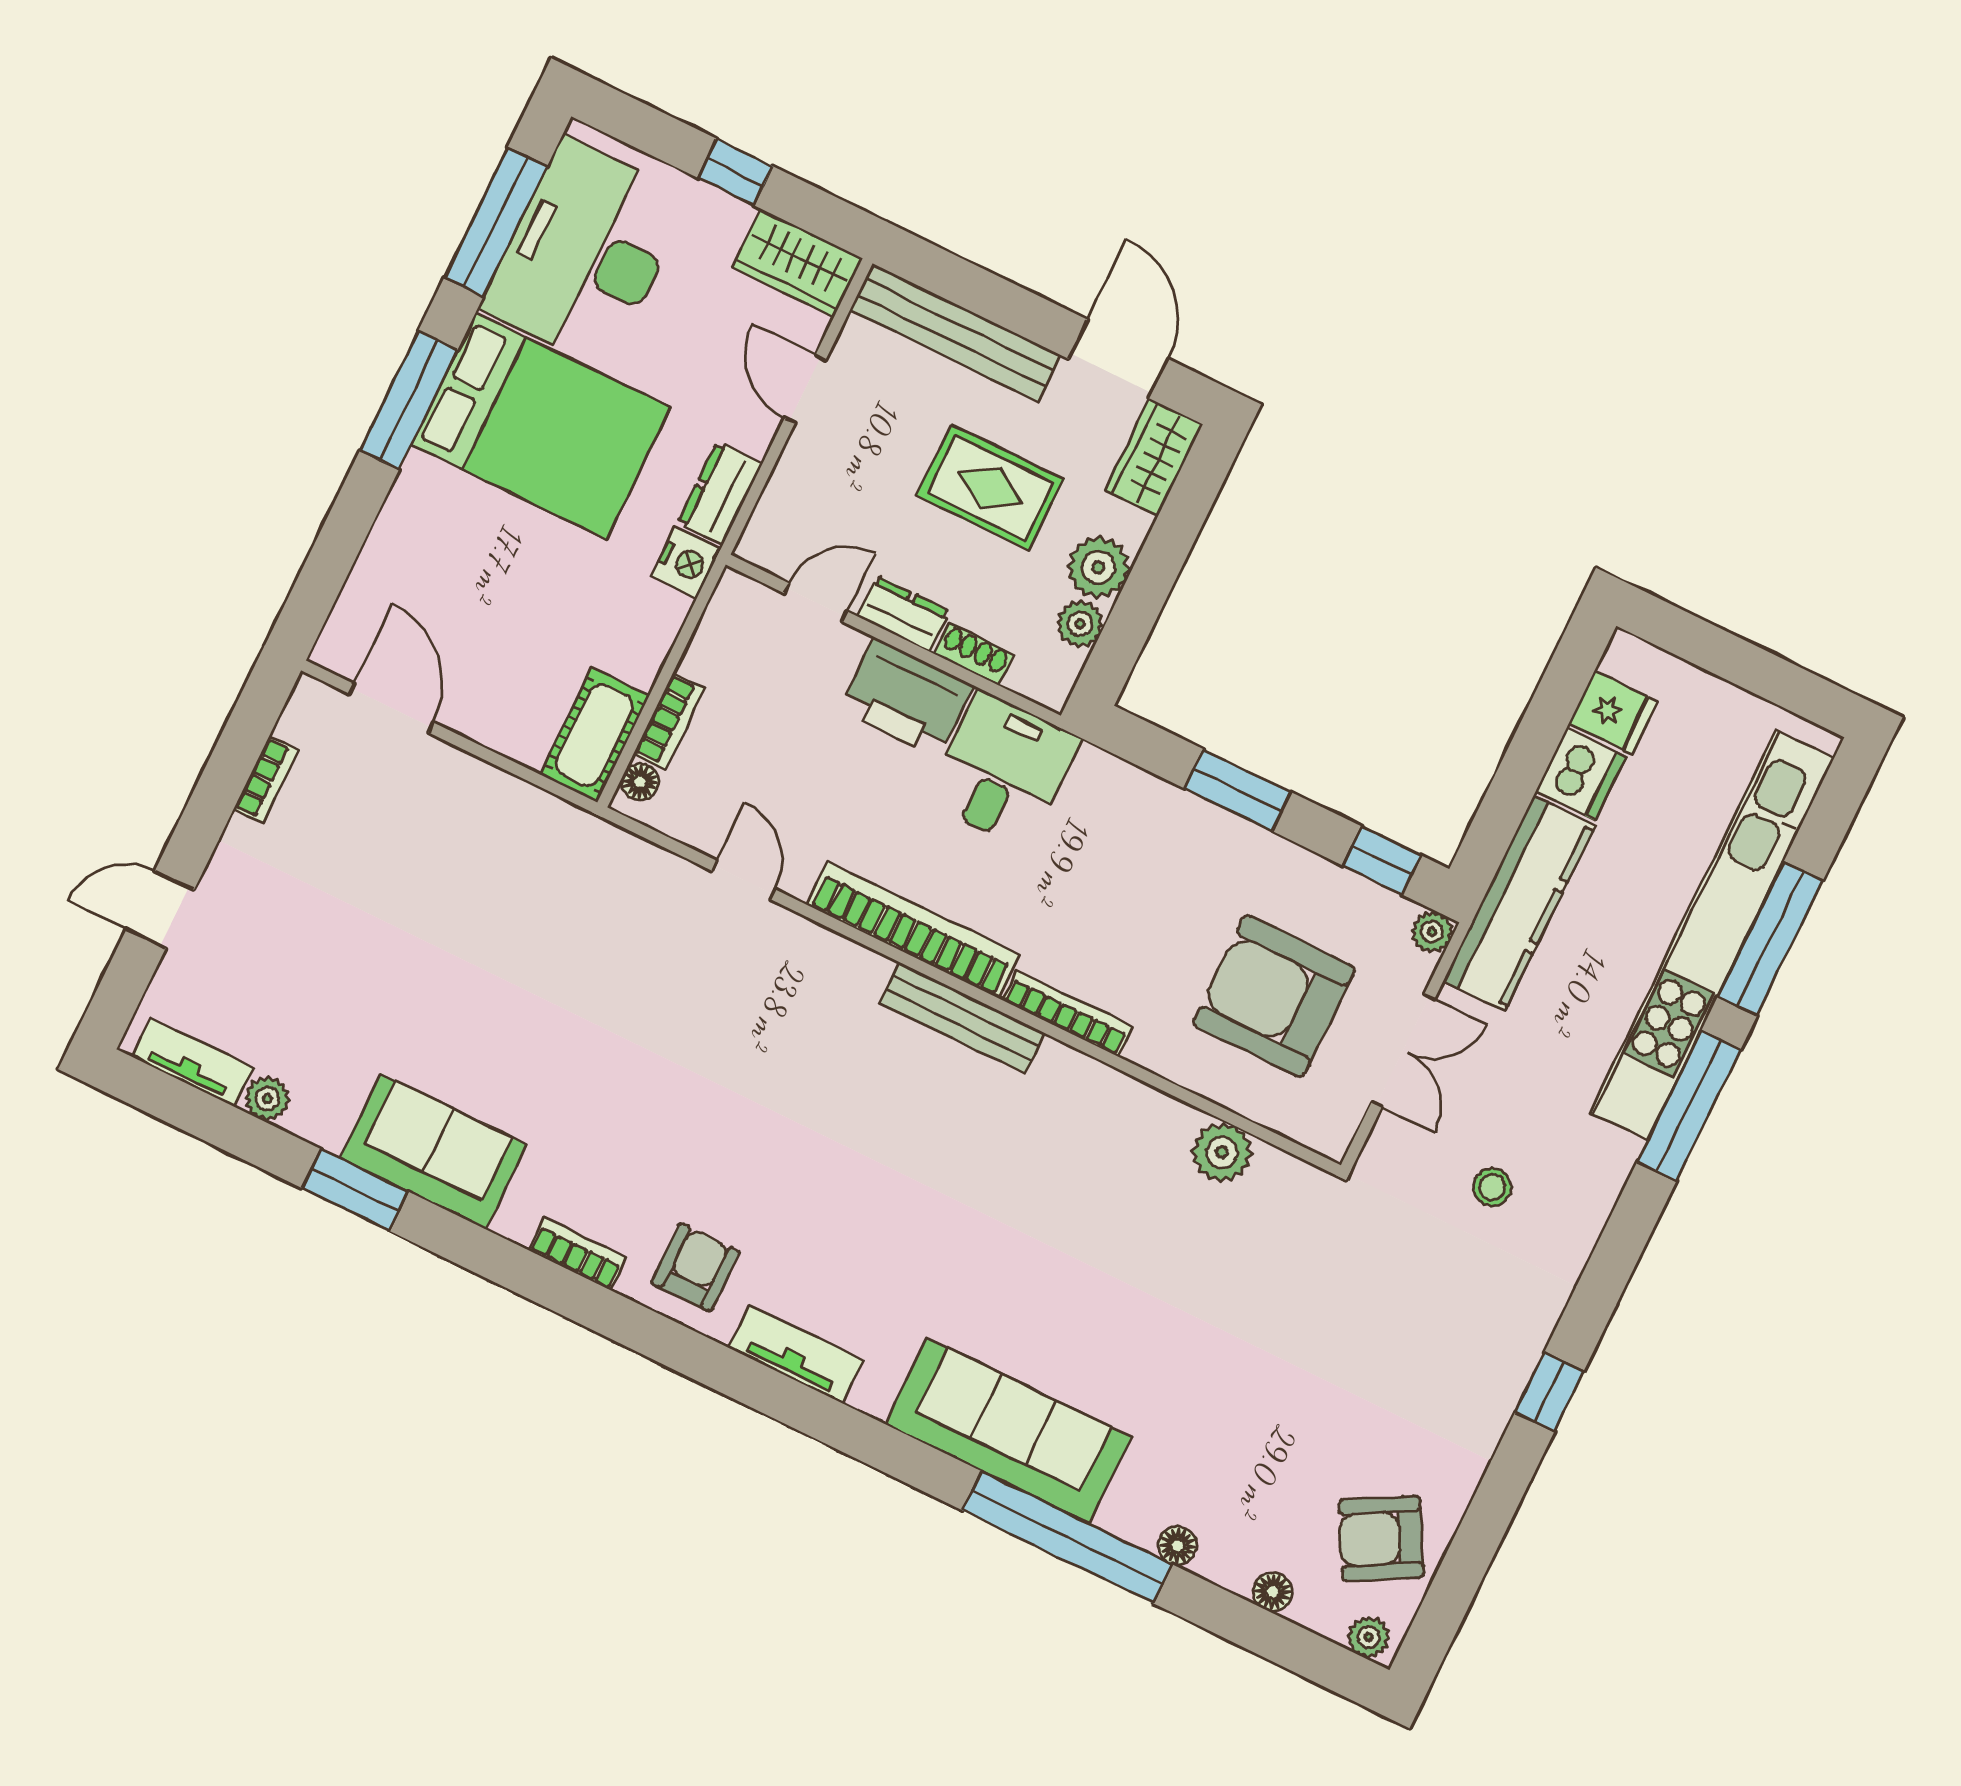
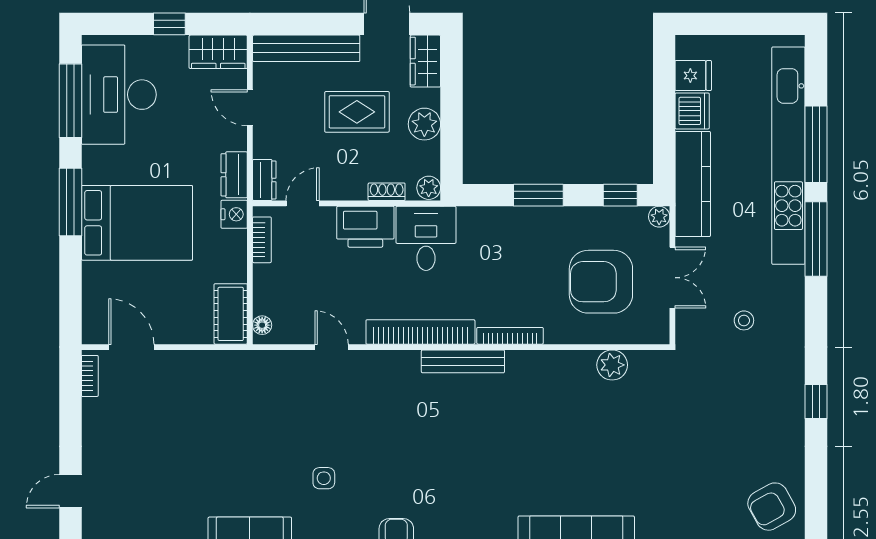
bed: (541, 426) -> (137, 223), moved
dresser: (903, 614) -> (264, 180), moved, turned 90
plant: (1080, 624) -> (429, 188), moved
bookcase: (669, 721) -> (262, 240), moved
bookcase: (266, 780) -> (90, 376), moved
side table: (617, 1104) -> (324, 478), added

